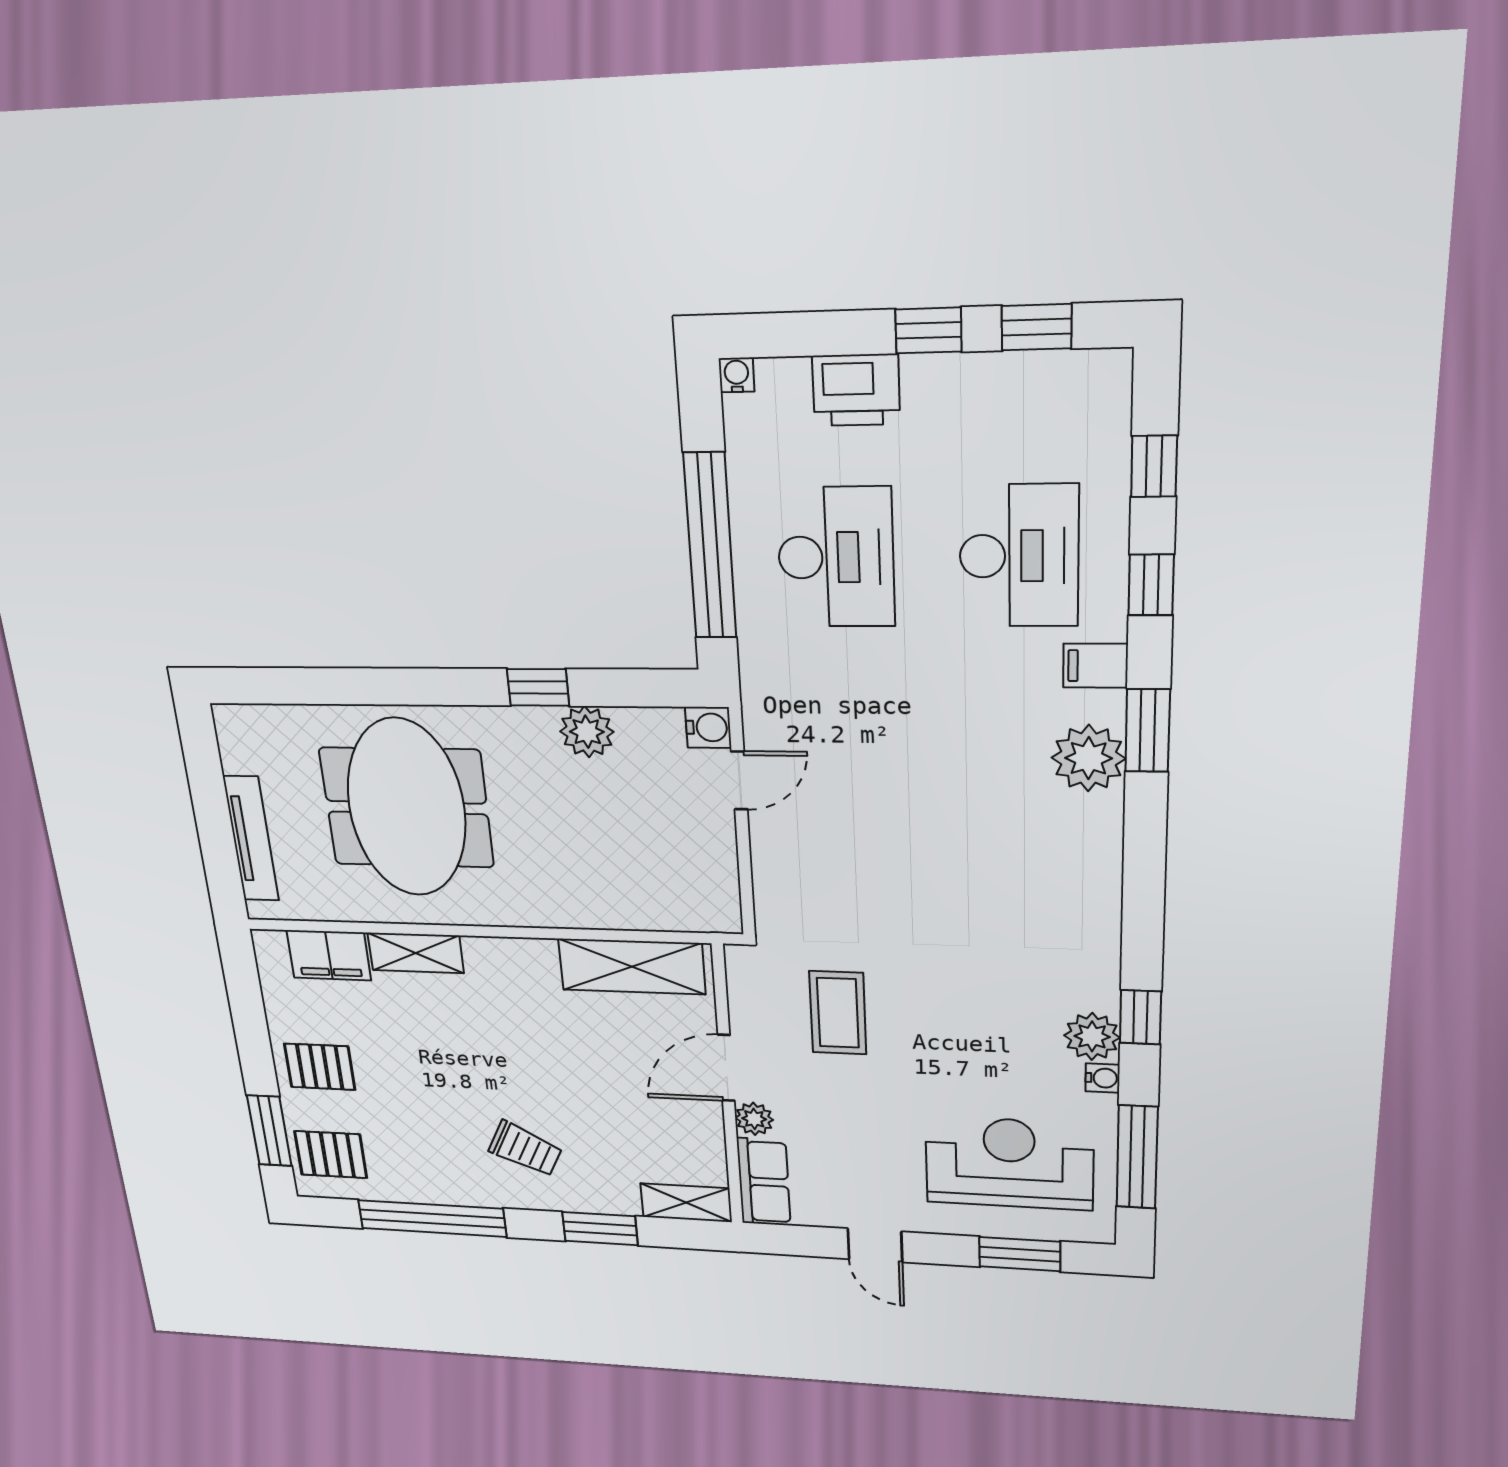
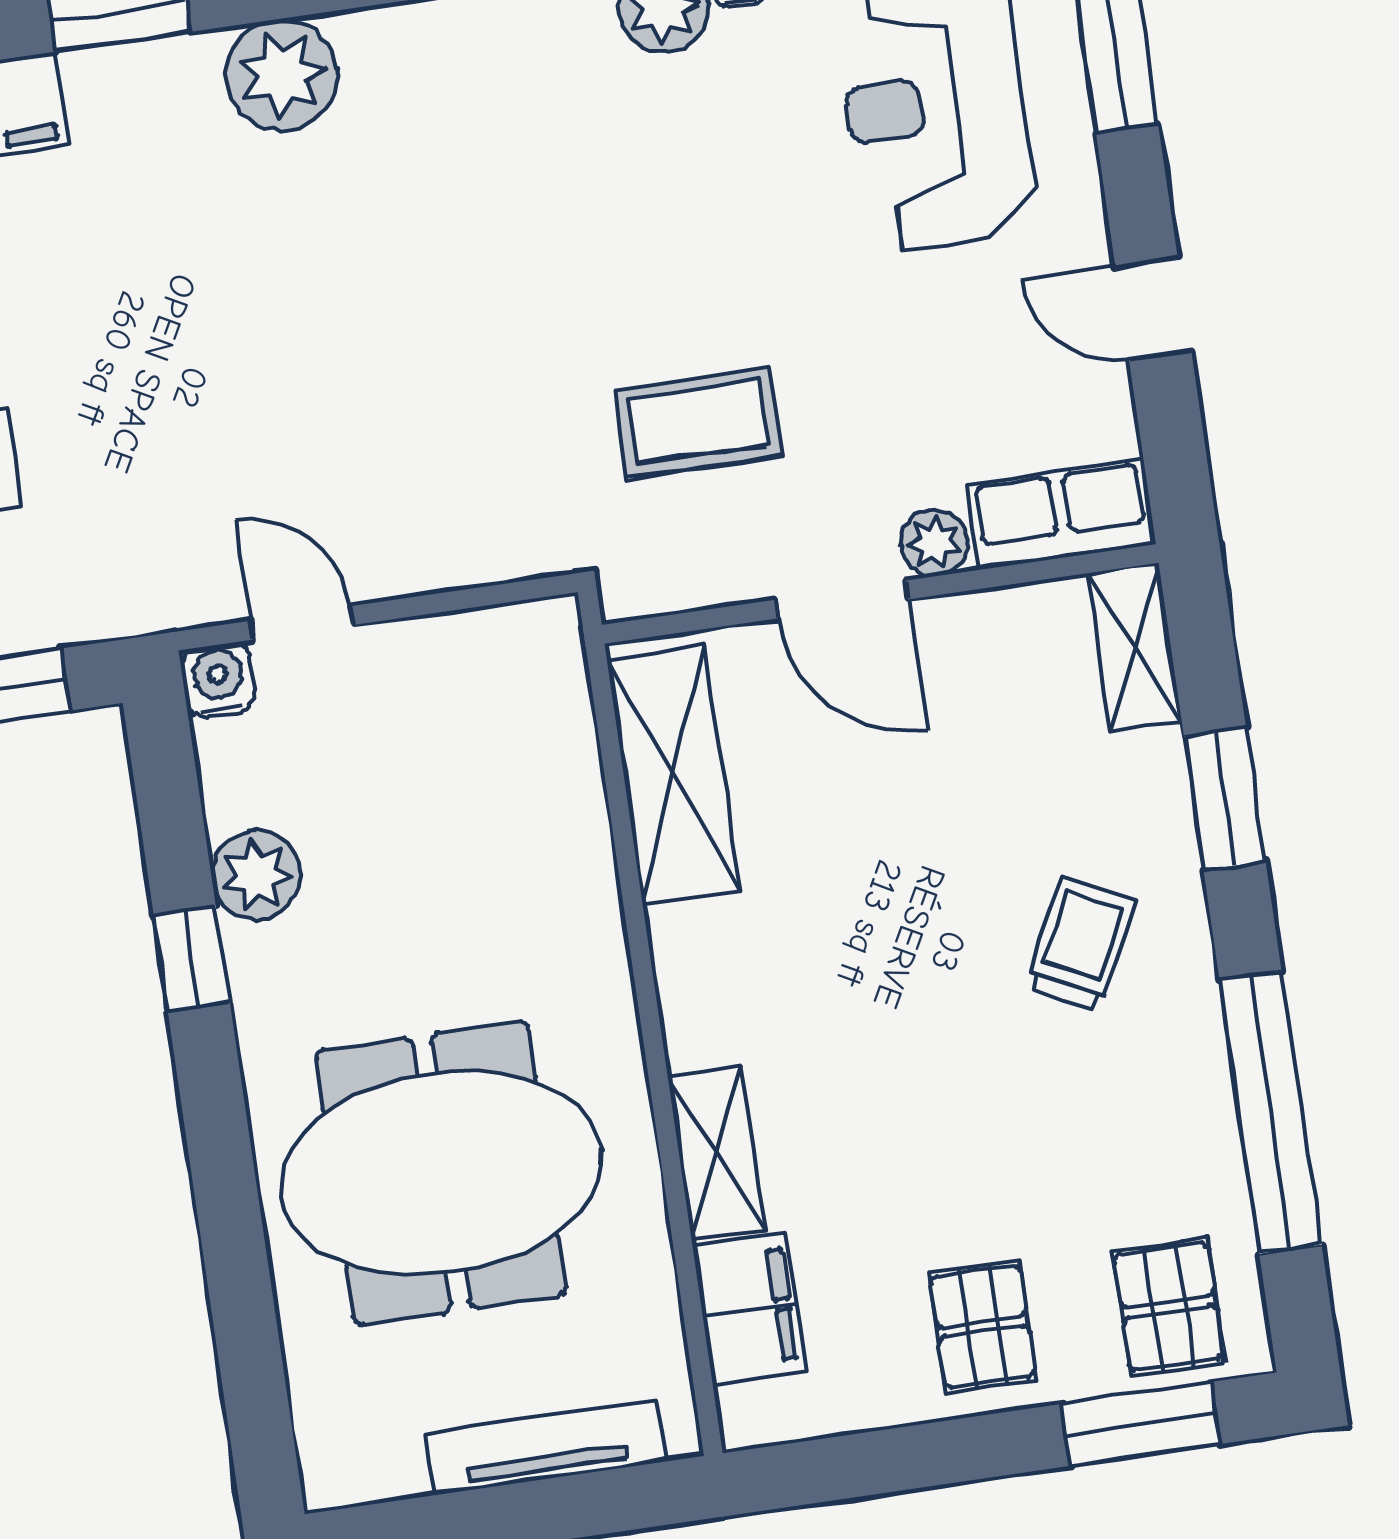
plant: (1089, 758) -> (282, 75), moved
door: (875, 1245) -> (1153, 308), swing flipped

